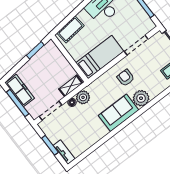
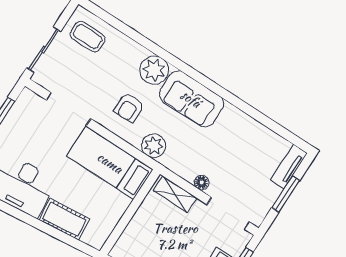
cot: (70, 29) -> (64, 219), moved
plant: (83, 97) -> (154, 146), moved

